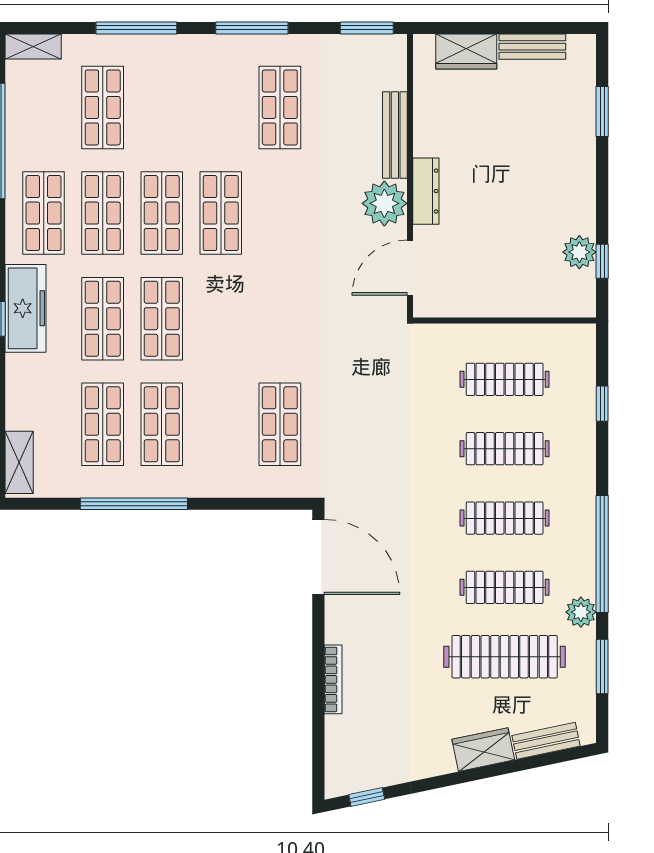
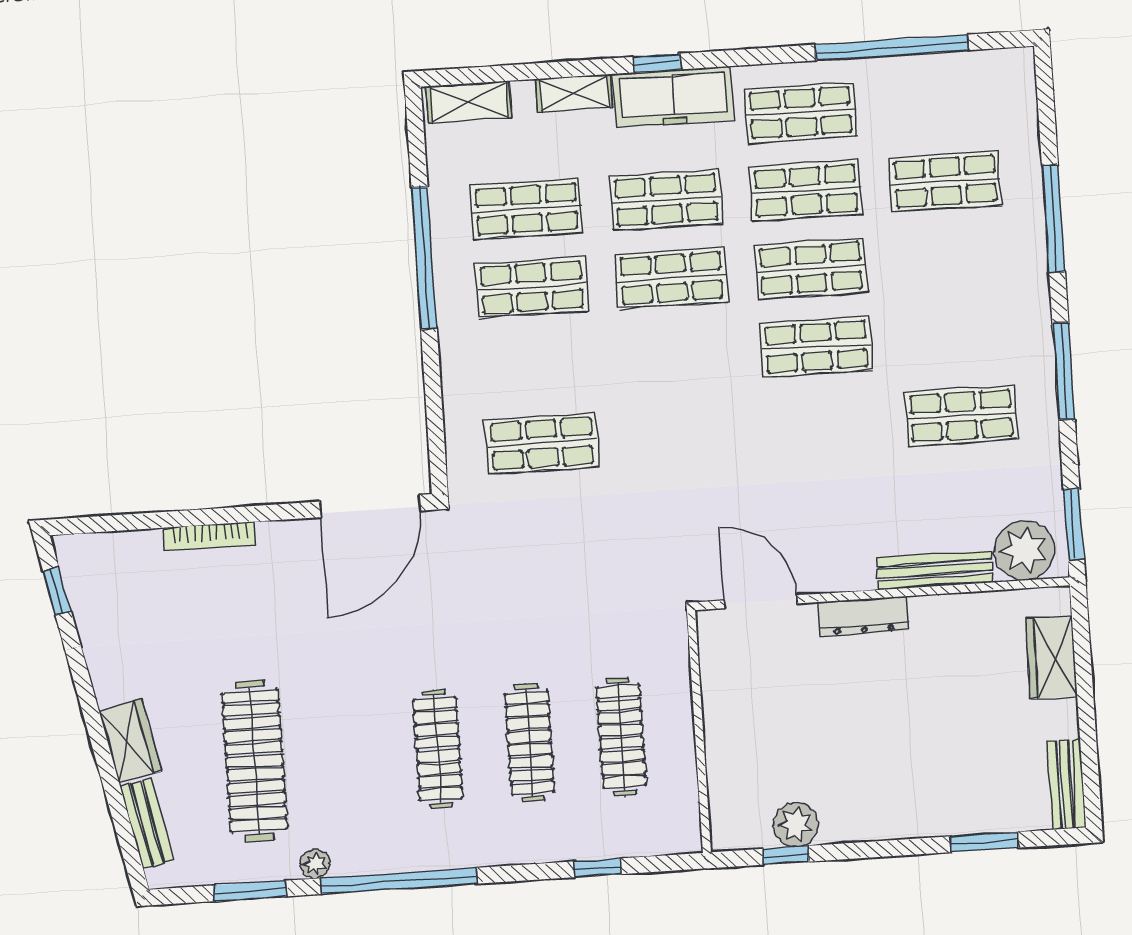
shelving: (33, 46) -> (574, 93), moved, turned 90
bench: (532, 47) -> (1066, 784), moved
plant: (384, 203) -> (1024, 550), moved
clothes rail: (505, 587) -> (346, 755), removed
plant: (581, 612) -> (315, 864), width x0.73, depth x0.73

